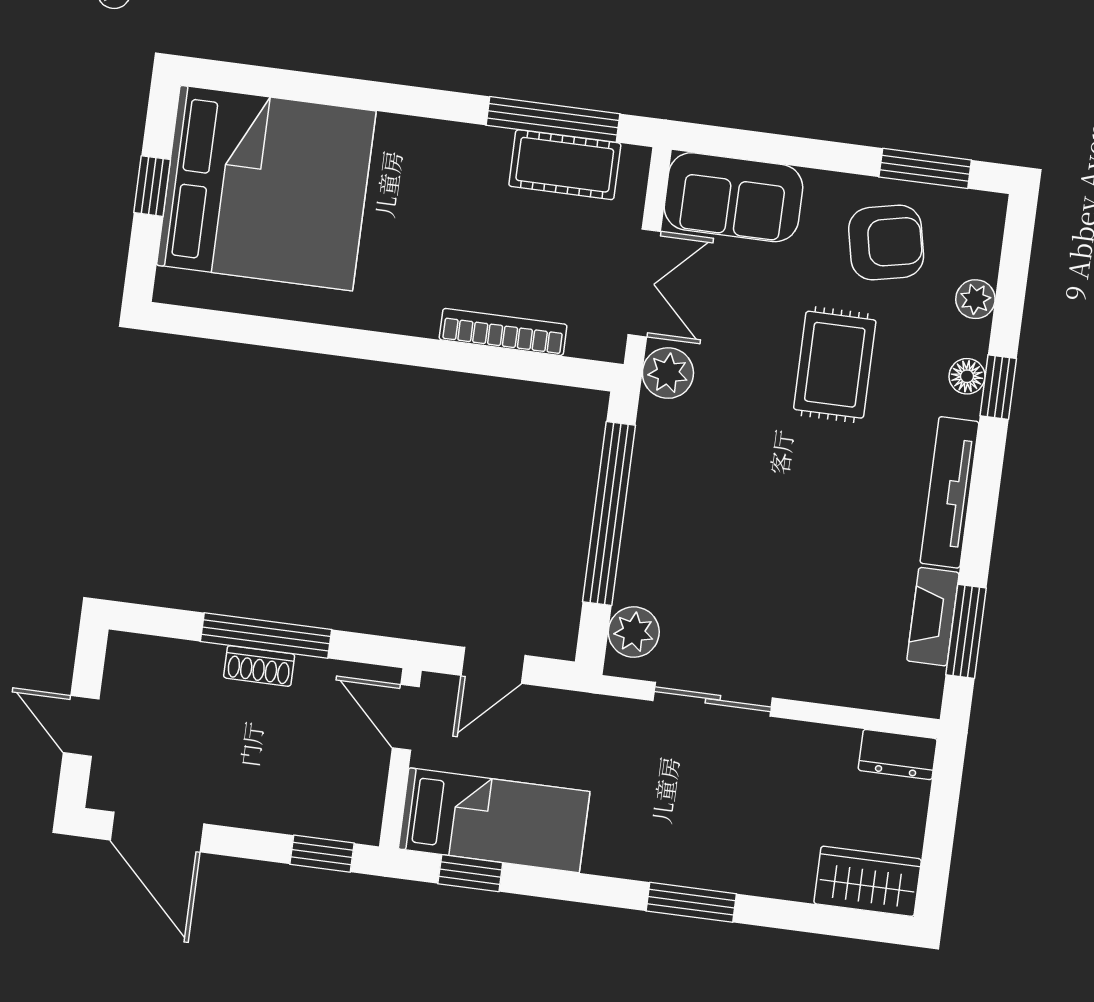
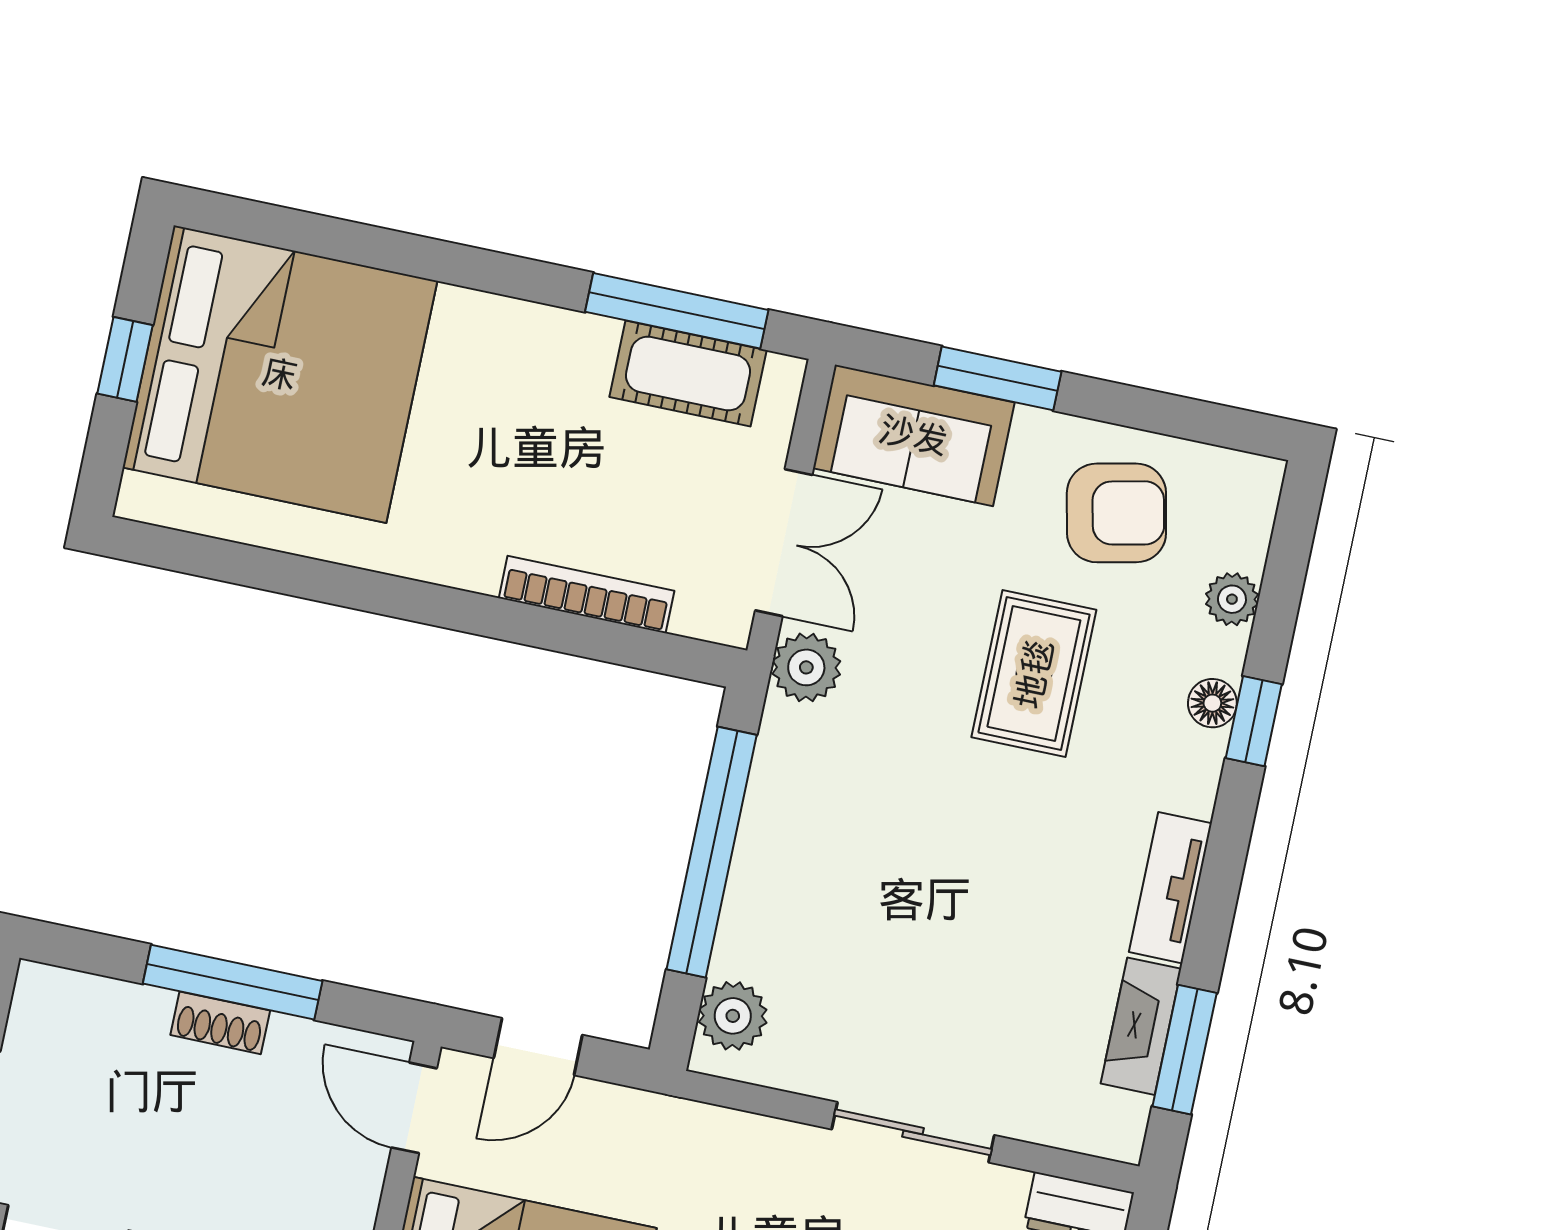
window: (925, 168) -> (998, 378), moved
tv unit: (949, 492) -> (1170, 888), width x0.71
sliding door: (713, 699) -> (913, 1132), moved

